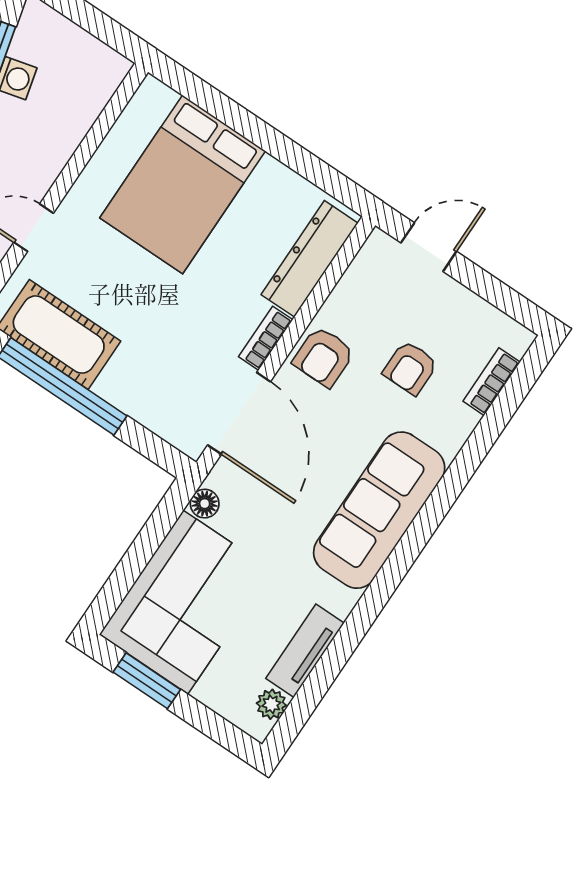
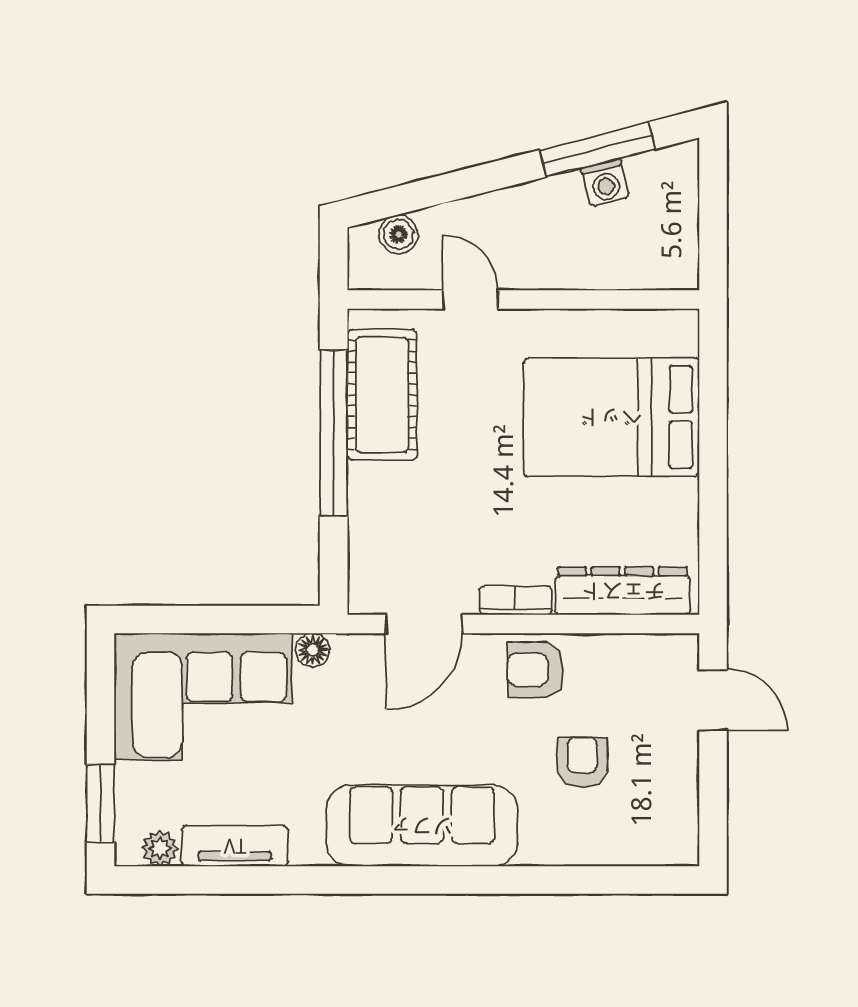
armchair: (410, 368) -> (582, 762), turned 90
bookcase: (492, 382) -> (623, 851), removed
door: (239, 413) -> (424, 624), width x0.73
window: (147, 681) -> (100, 803), moved

